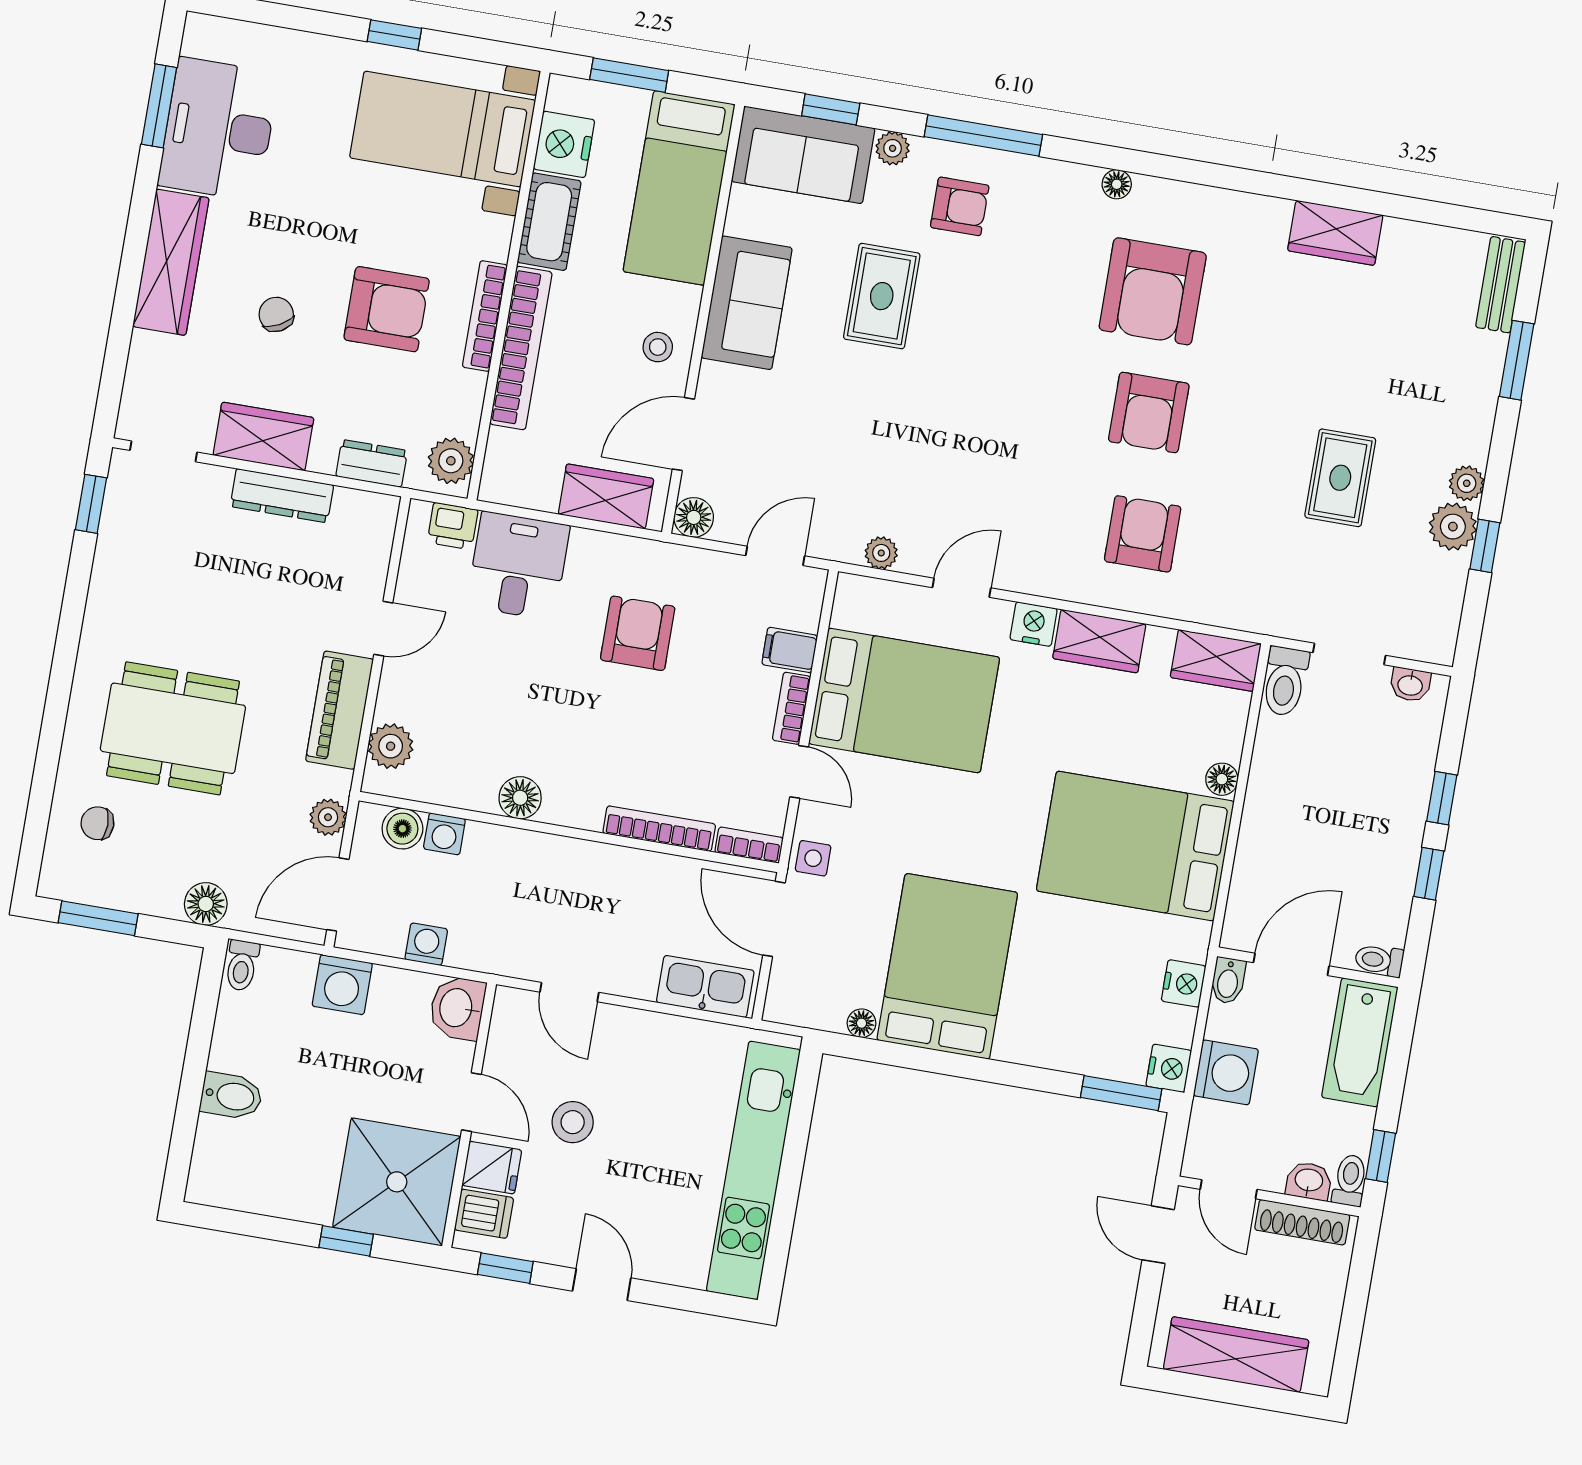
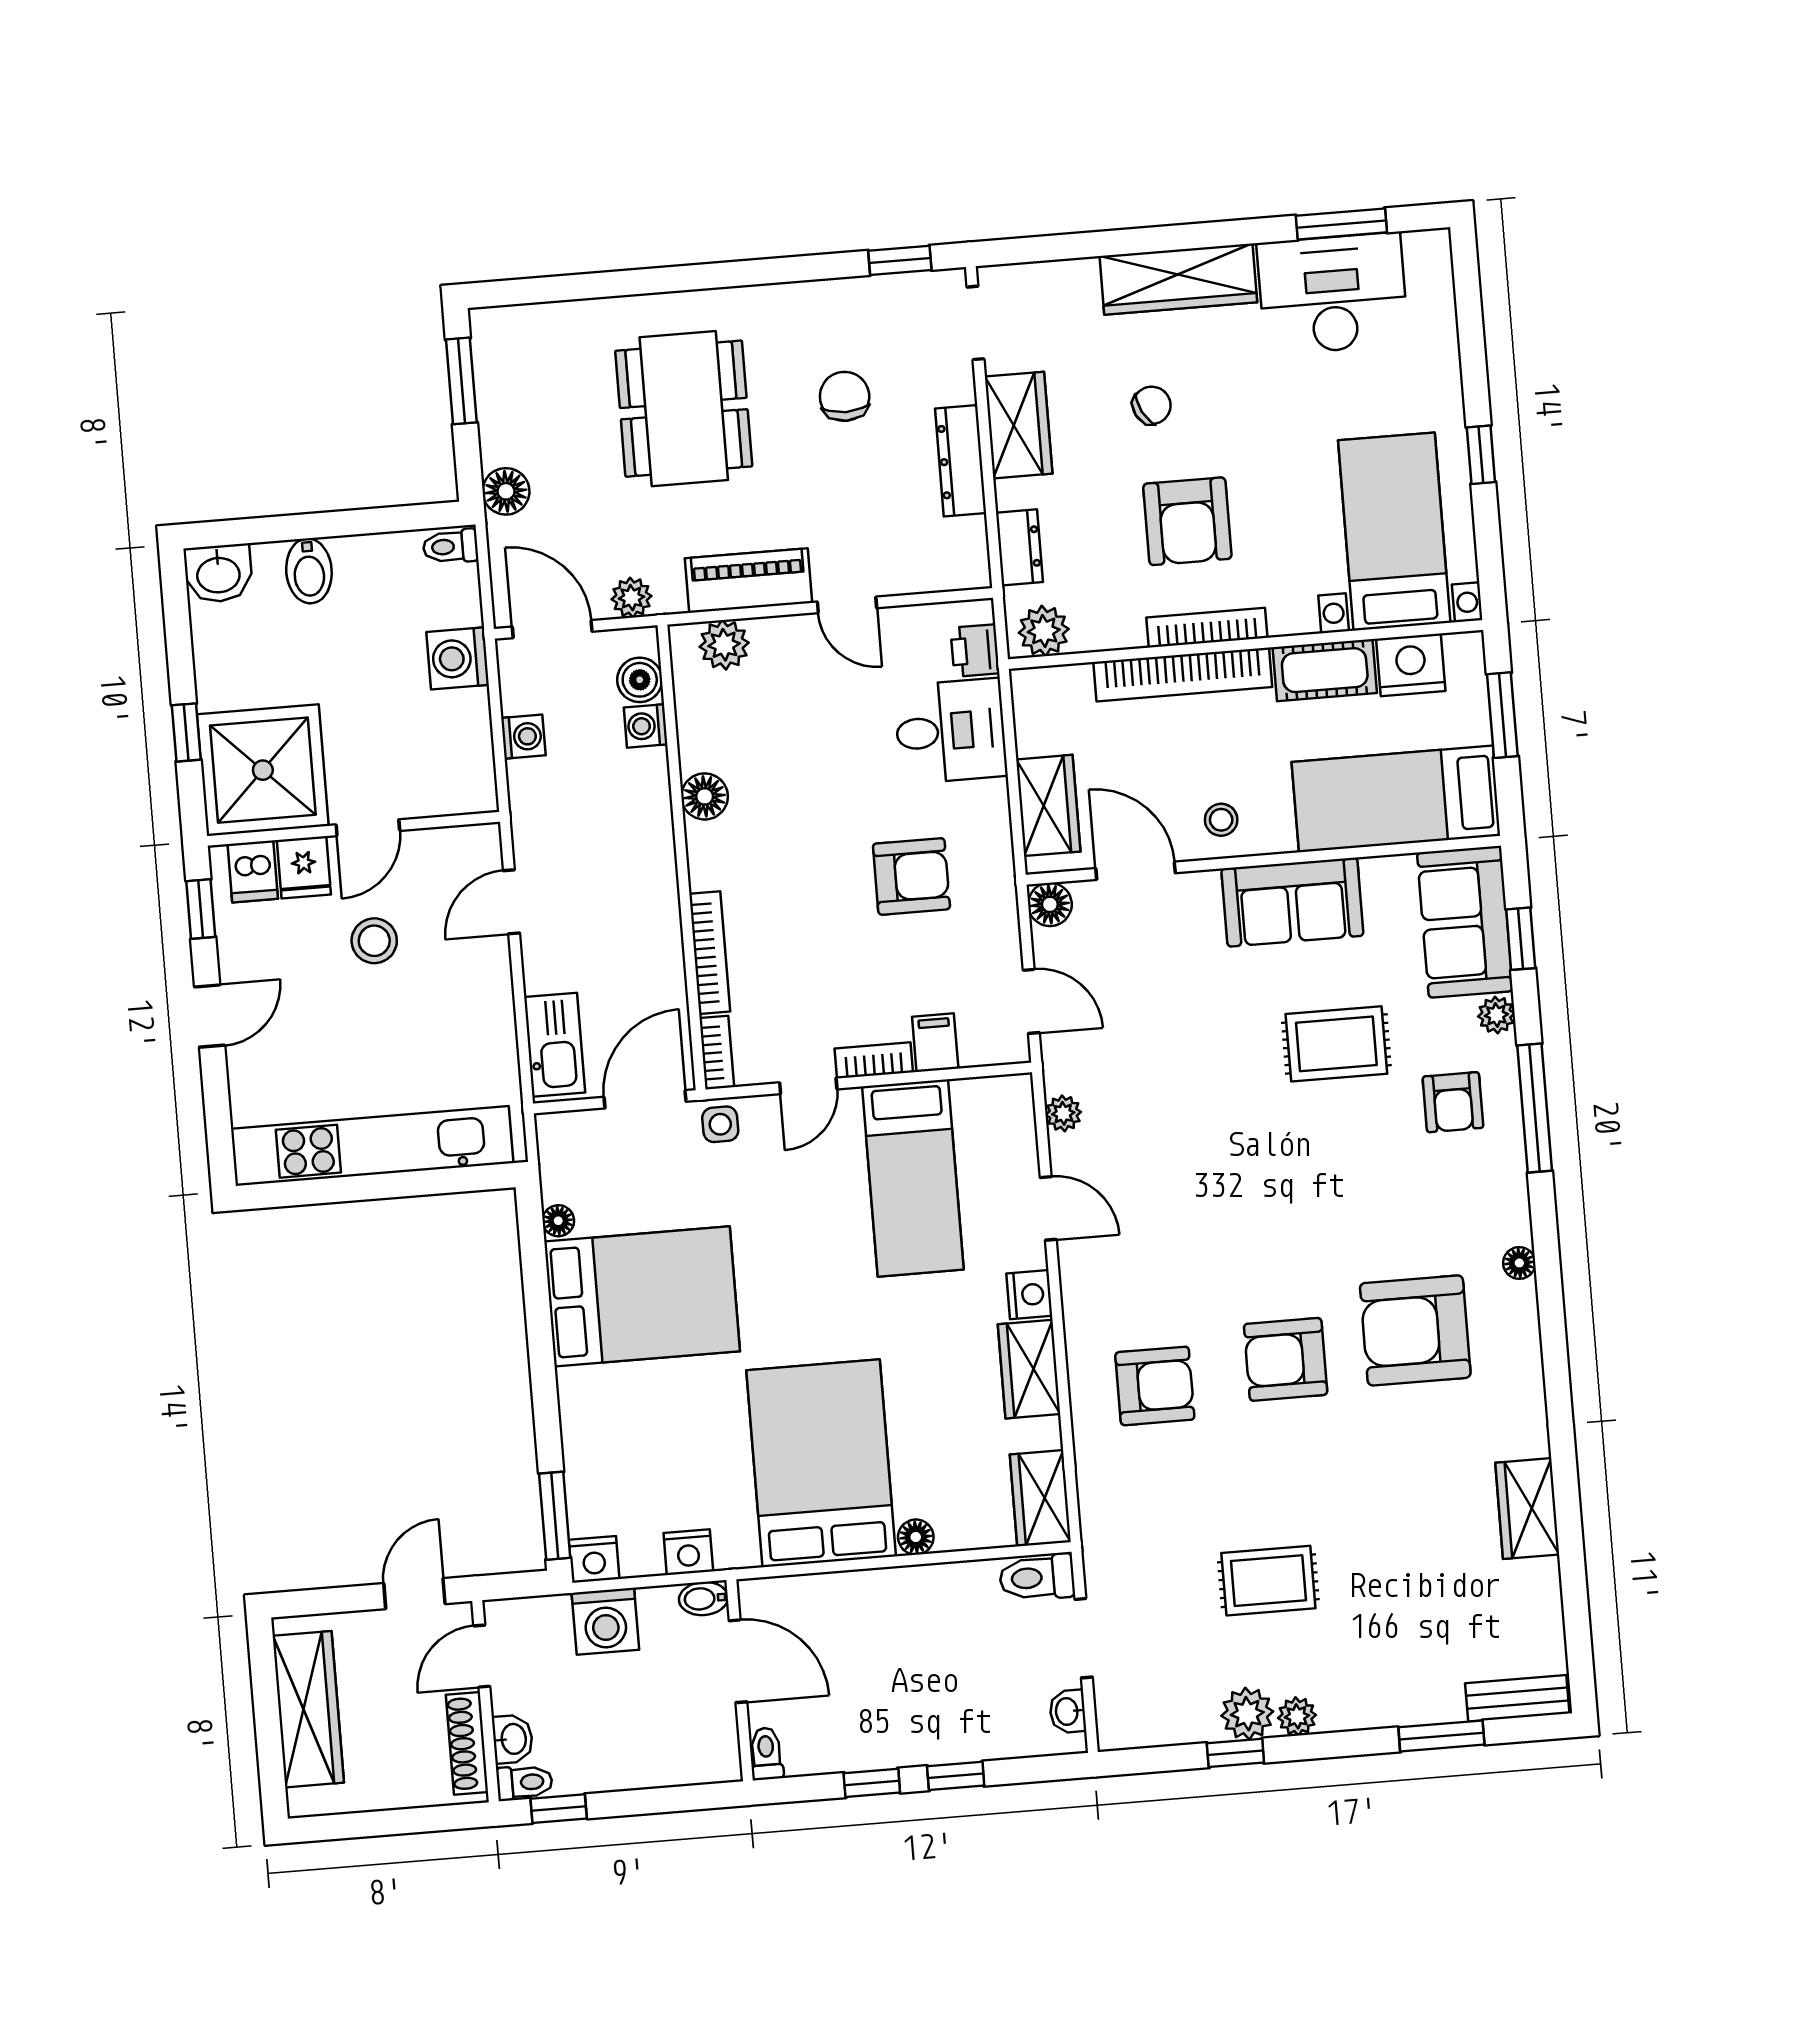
bed: (904, 700) -> (913, 1178), width x0.67
chair: (97, 823) -> (845, 396), moved, width x1.37, depth x1.37
washbasin: (457, 1008) -> (218, 574), moved, turned 180
bathtub: (1360, 1042) -> (674, 1755), removed

